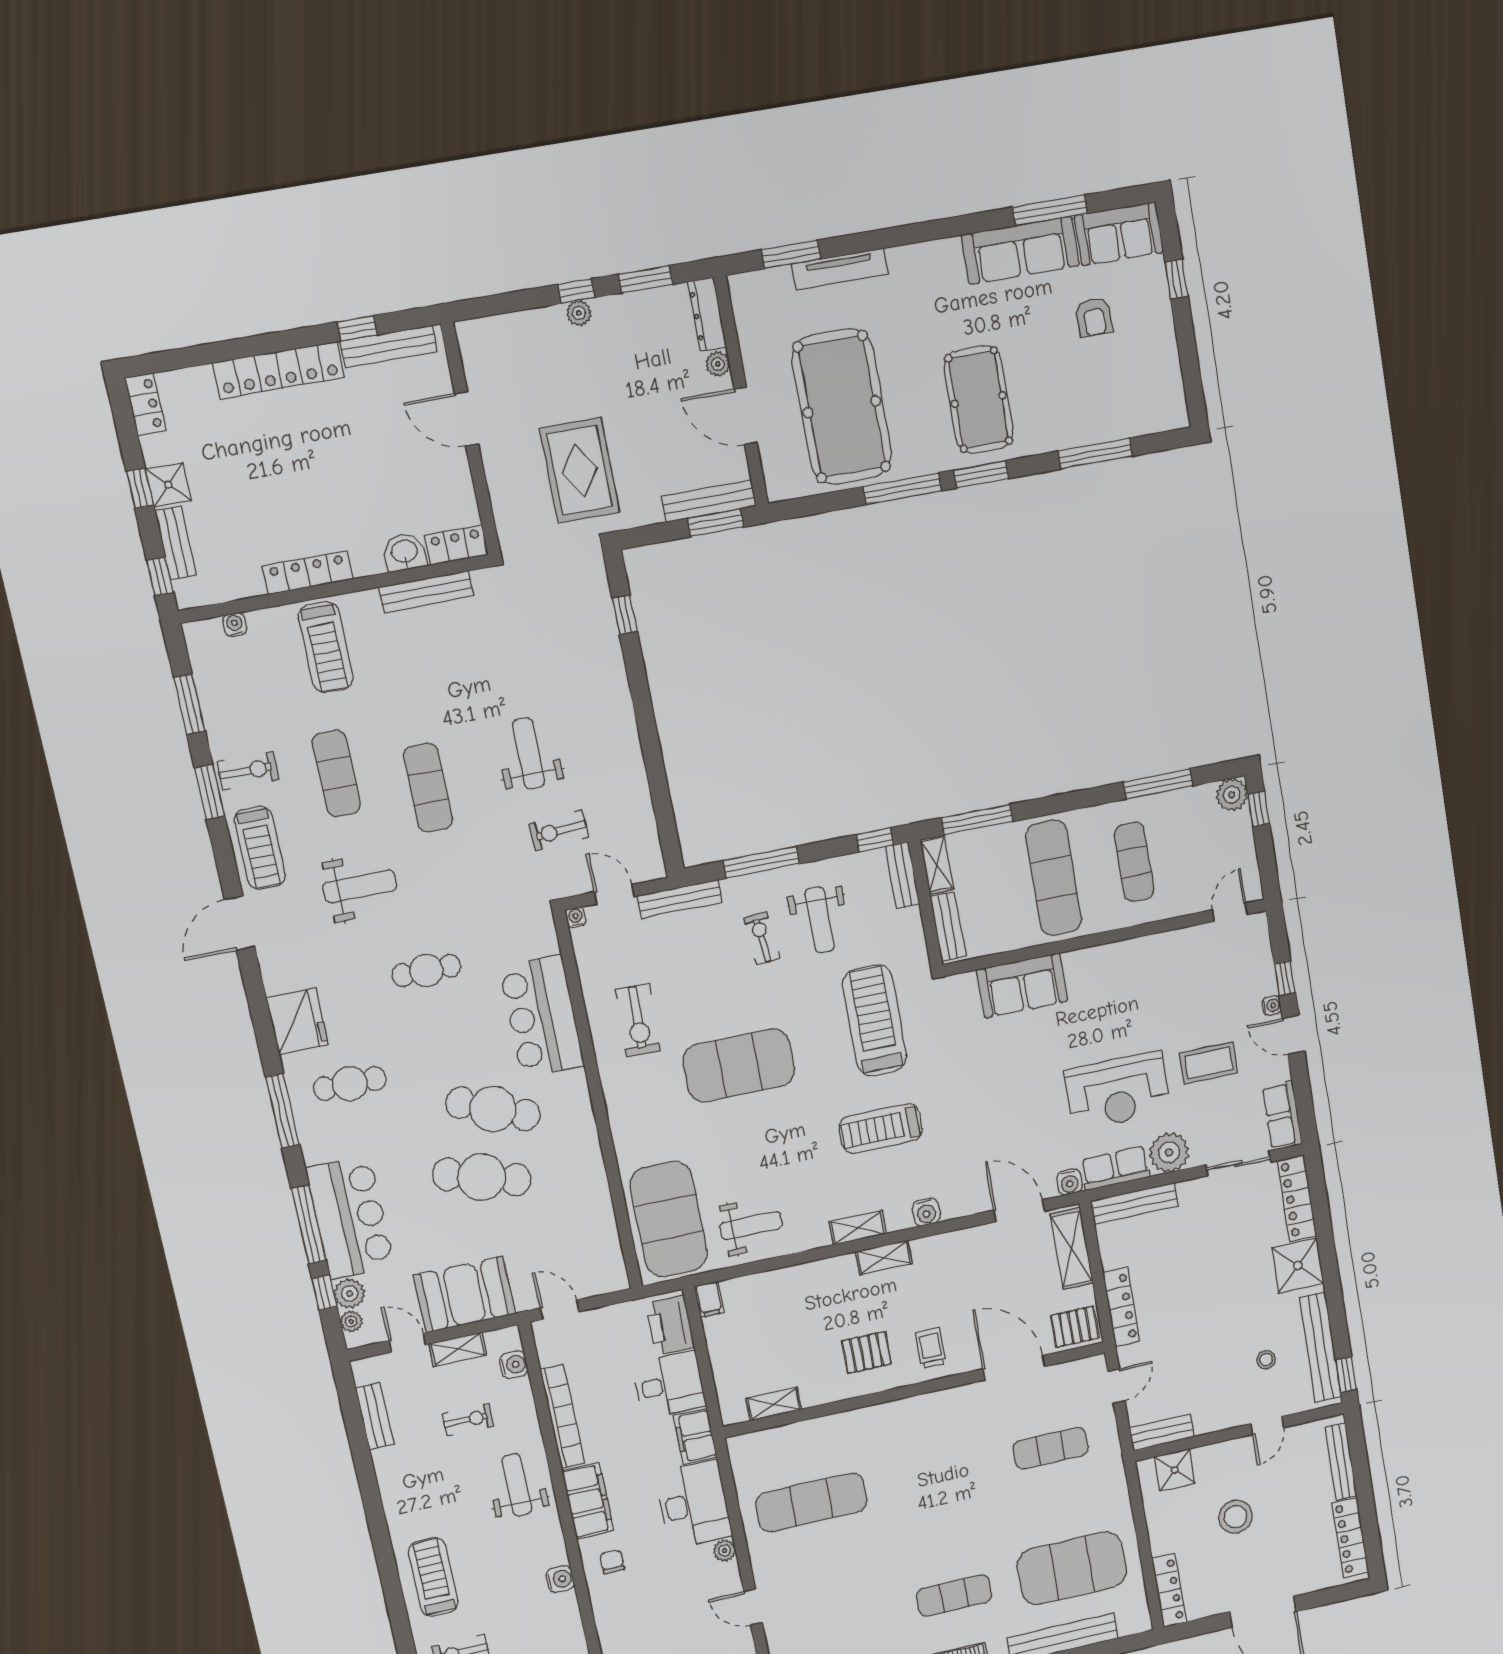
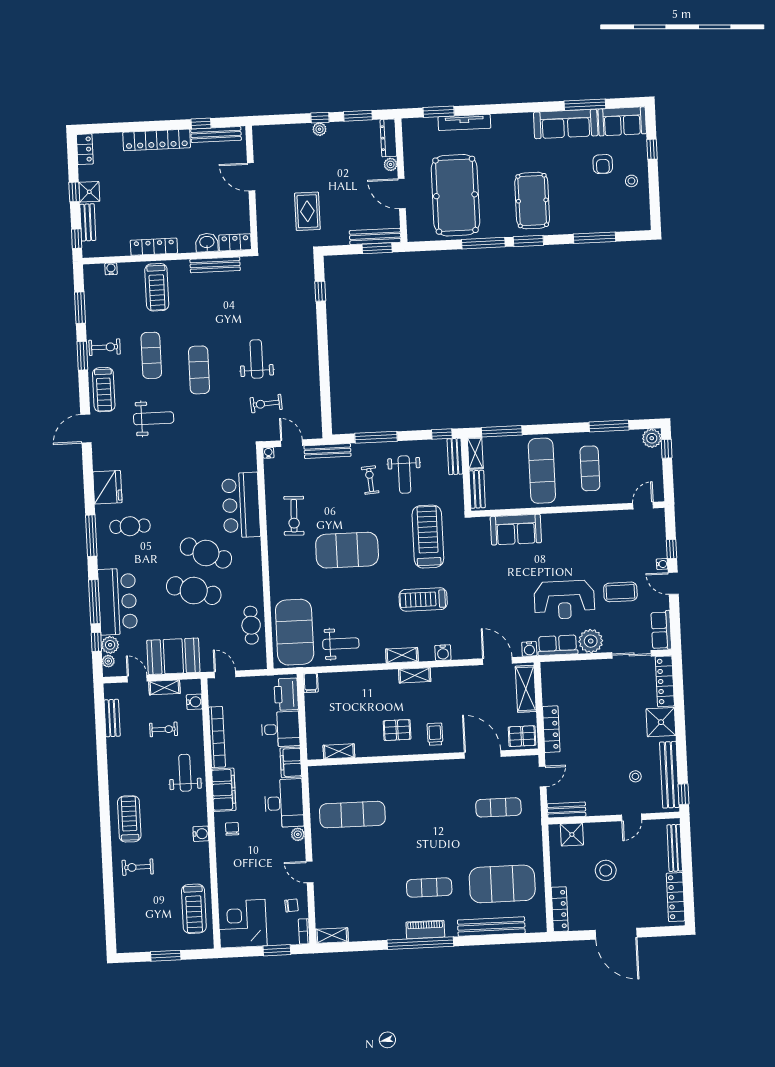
stool: (1147, 342) -> (631, 181), added
rug: (580, 470) -> (307, 211), width x0.73, depth x0.70
cafe table: (426, 970) -> (251, 625), moved, turned 90
bench: (1134, 1203) -> (566, 668), removed

